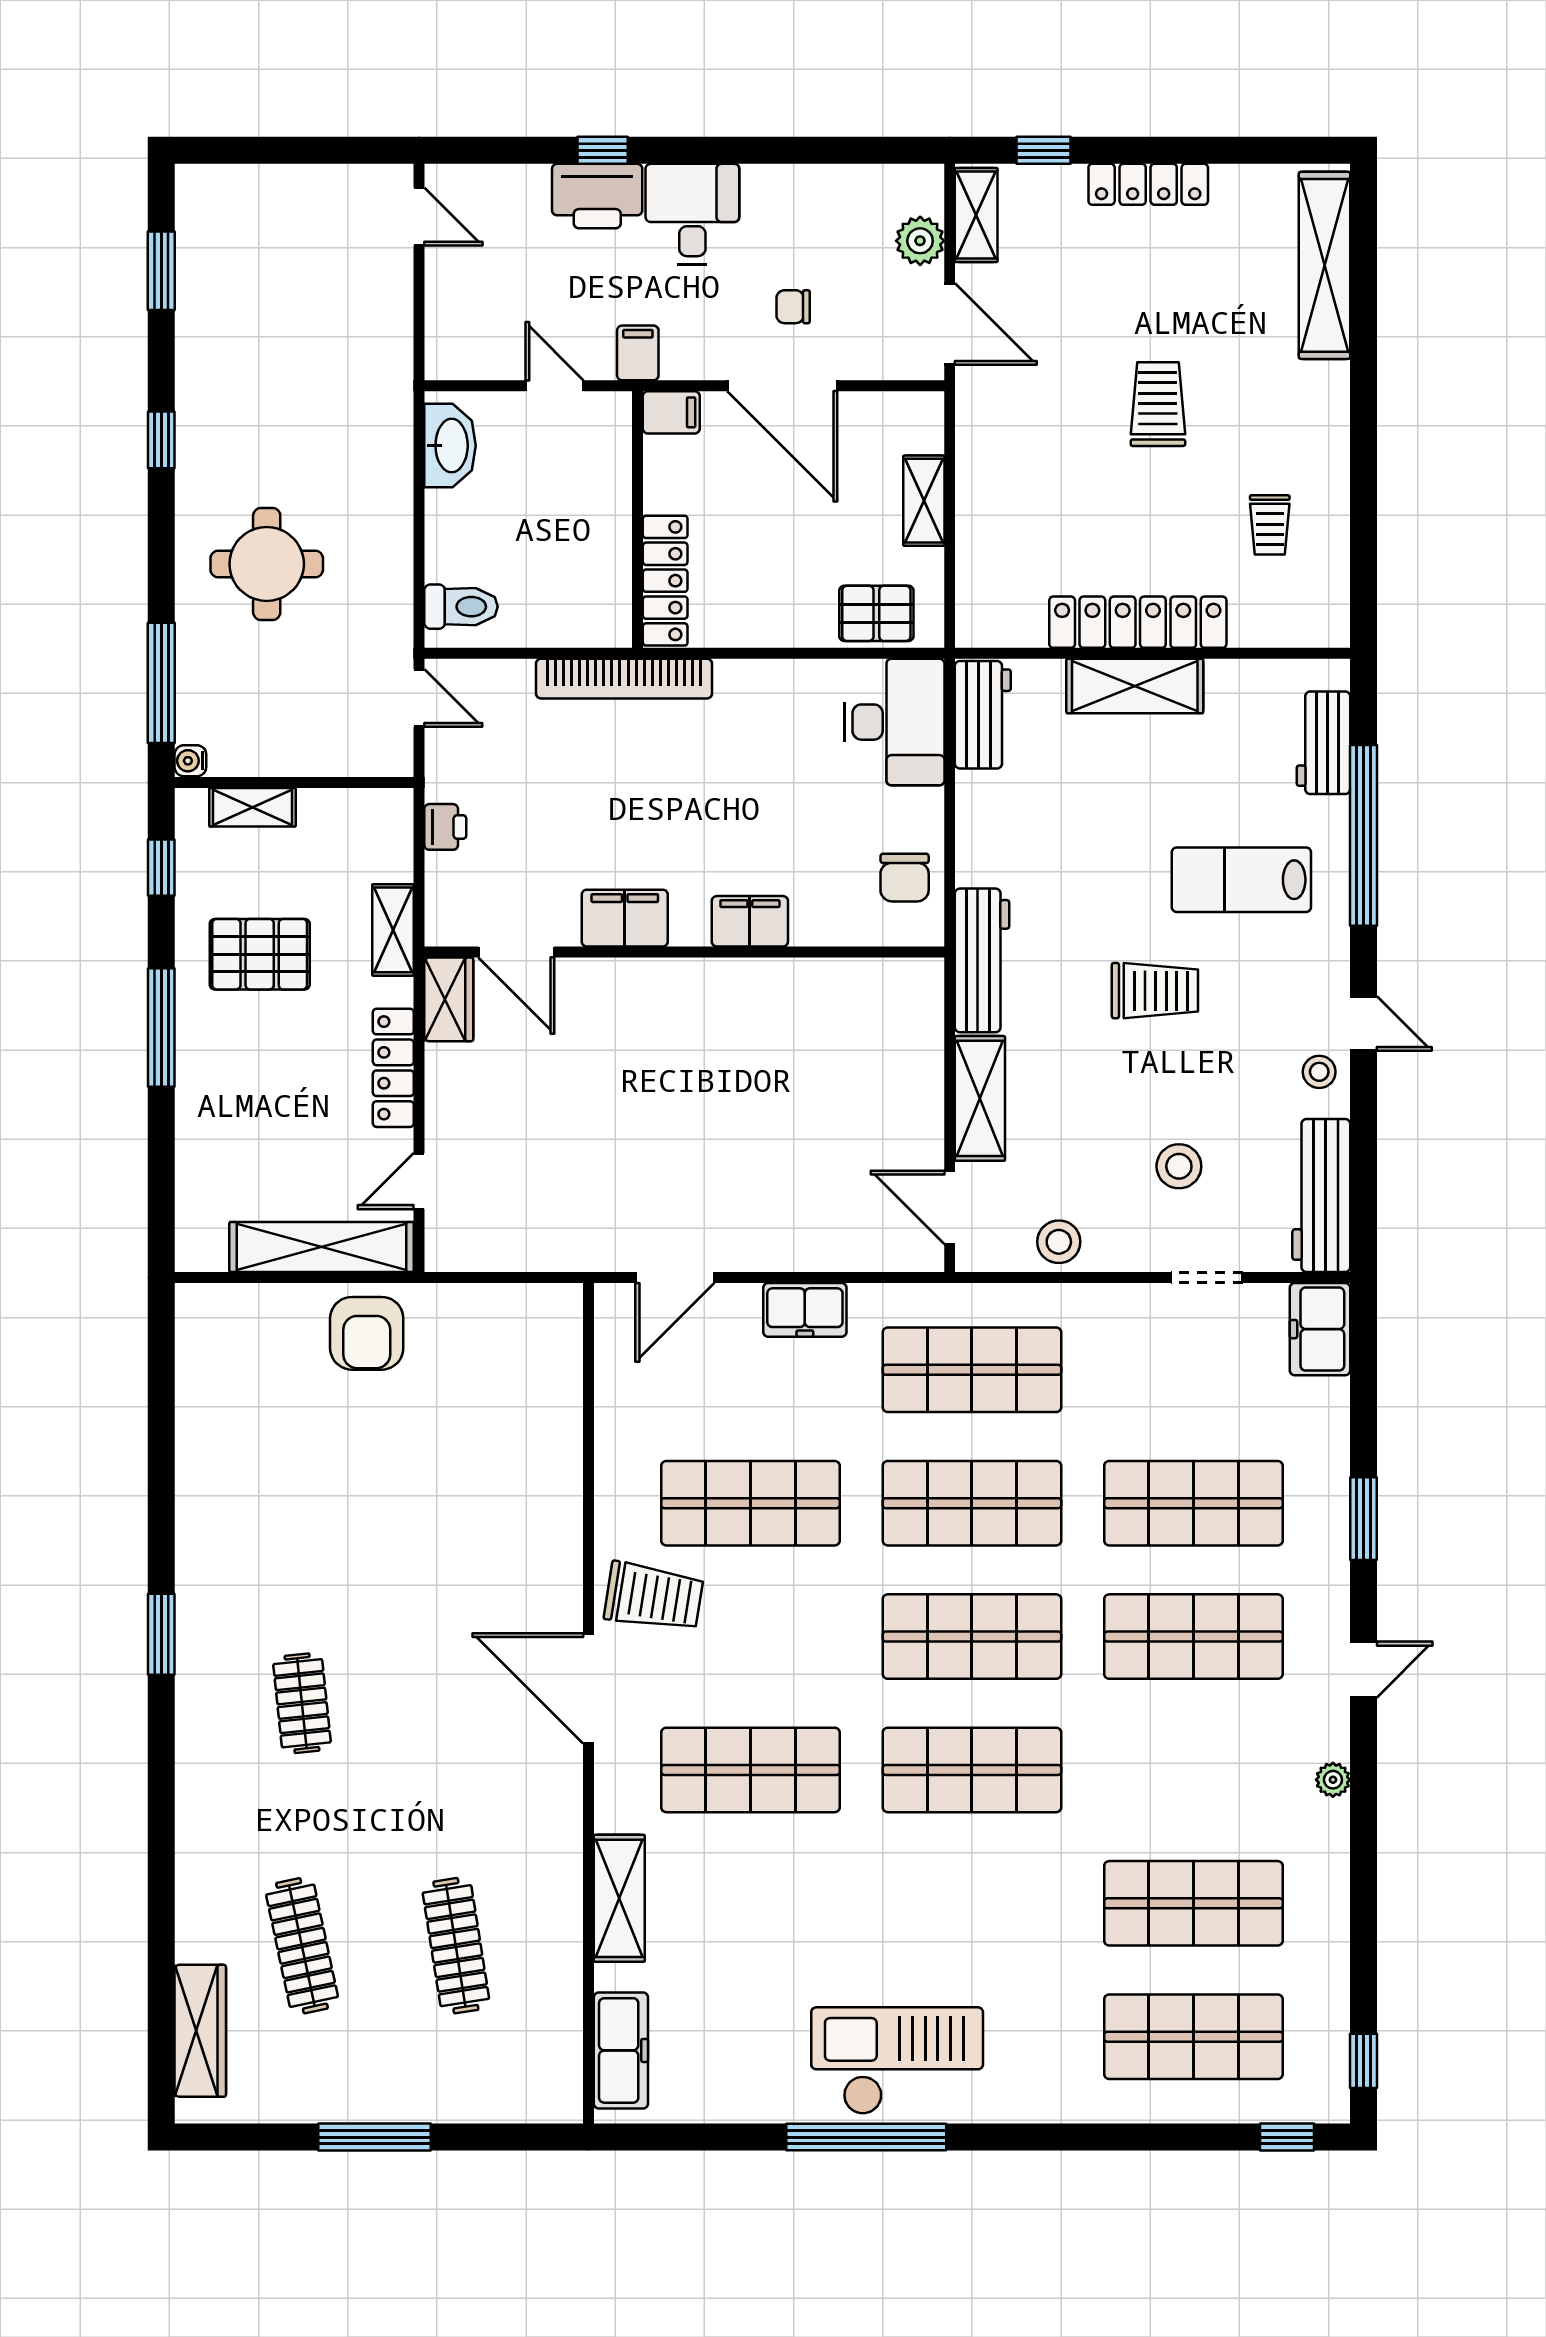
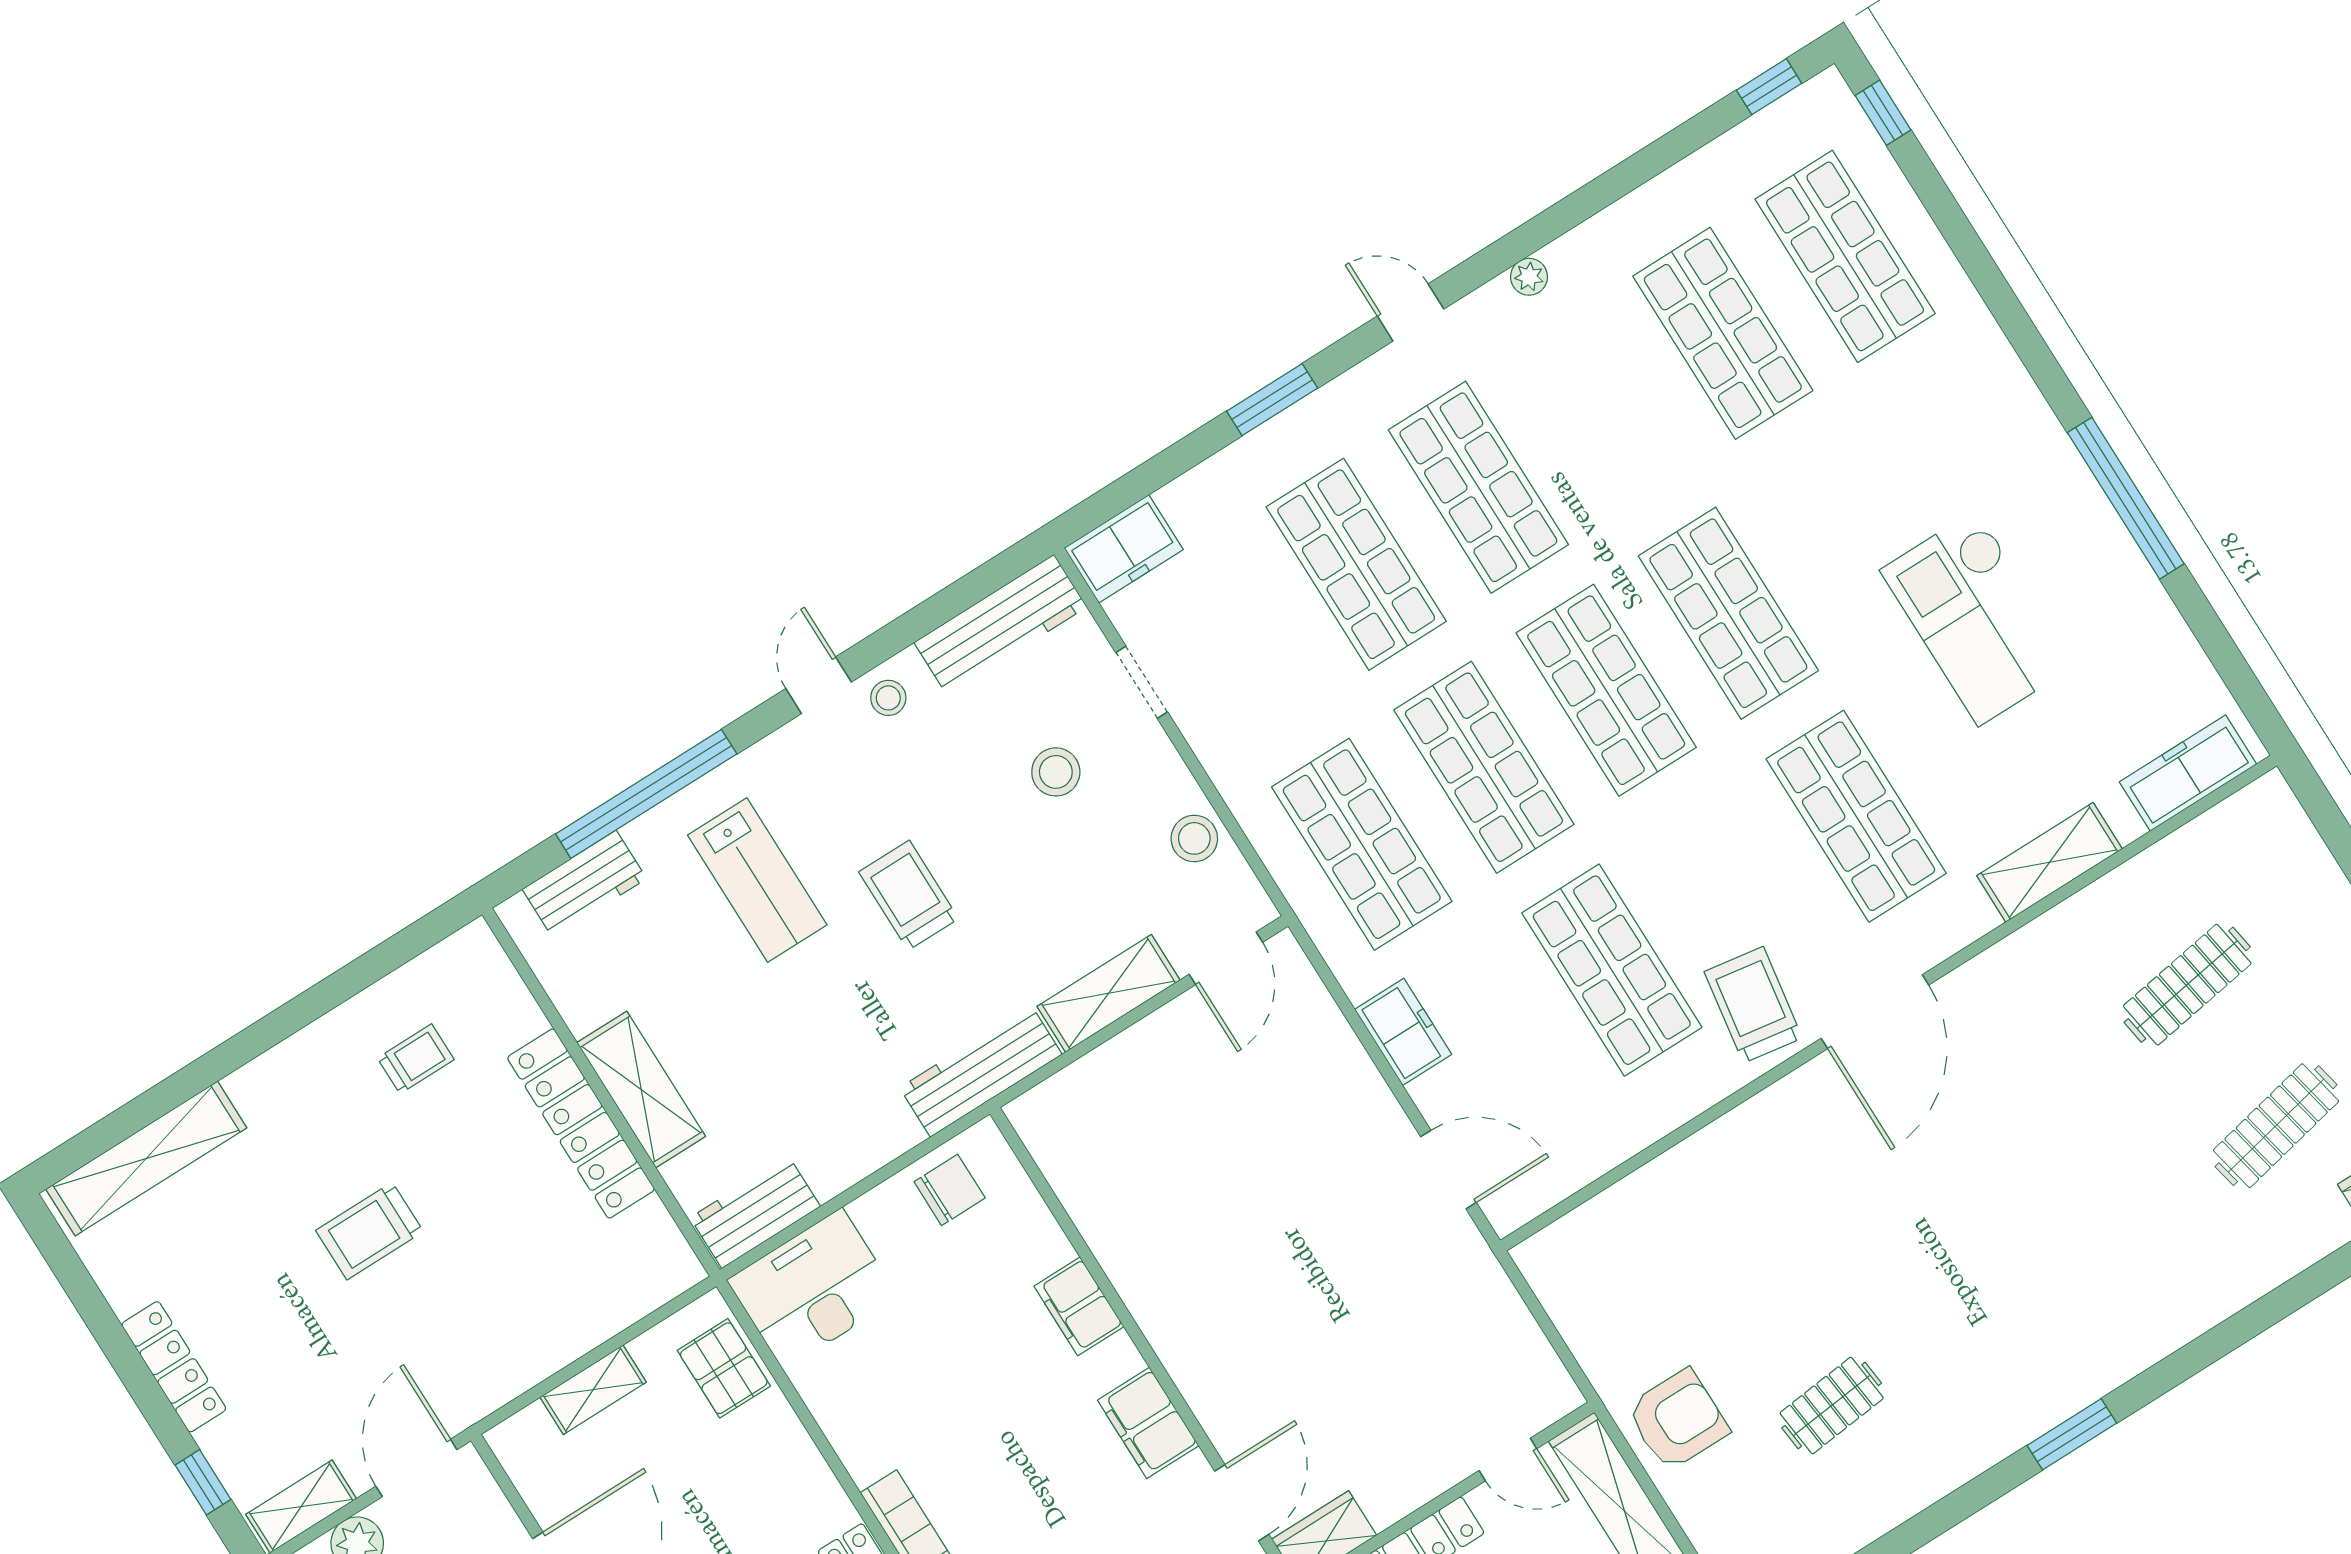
clothes rail: (302, 1703) -> (1832, 1406), moved
checkout: (897, 2061) -> (1978, 618), moved

